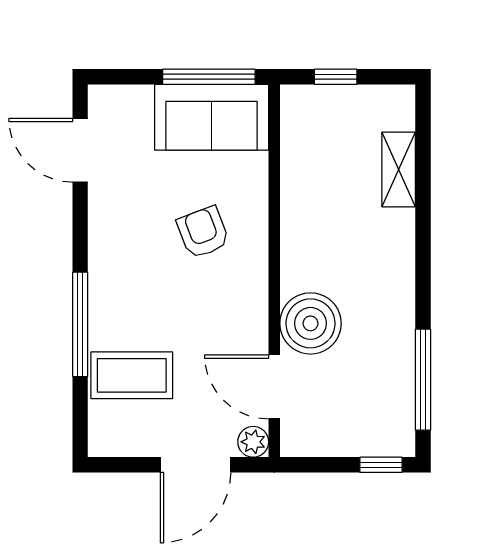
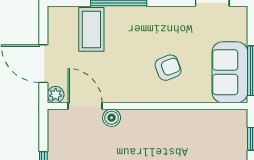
boiler: (311, 323) -> (112, 118), width x0.54, depth x0.54
door: (274, 387) -> (85, 106), hinge flipped

